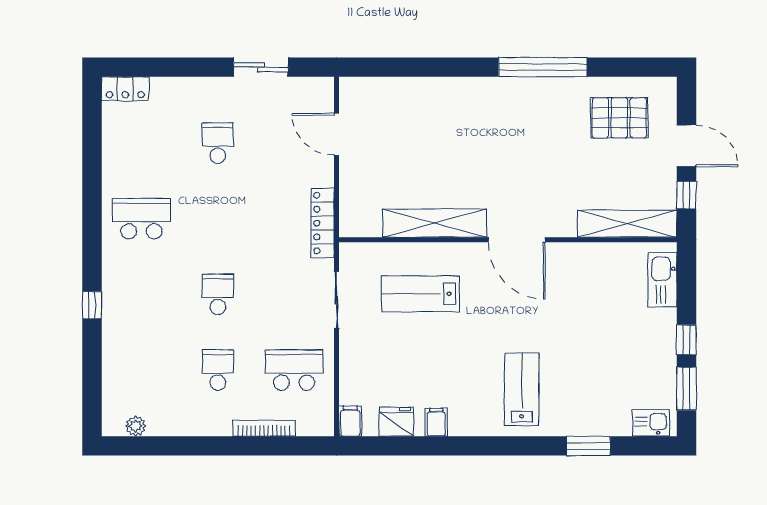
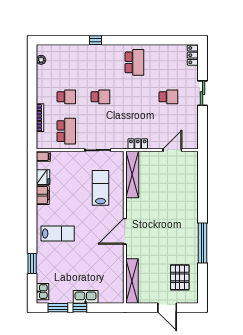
sliding door: (261, 67) -> (203, 93), moved
door: (686, 146) -> (167, 308), hinge flipped
window: (686, 195) -> (145, 308), removed
locker: (323, 223) -> (138, 144), width x0.66
shelving: (435, 223) -> (132, 175), moved
kitchen sink: (662, 280) -> (86, 297), moved
filing cabinet: (436, 422) -> (43, 195), width x2.00

